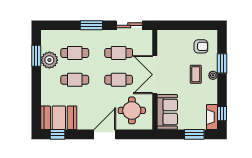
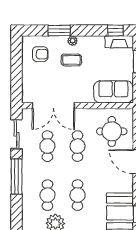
window: (91, 25) -> (17, 177), width x1.44
armchair: (201, 46) -> (40, 54), turned 90
double door: (155, 75) -> (53, 106), moved

